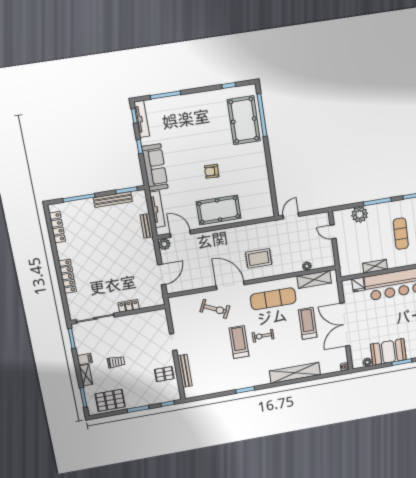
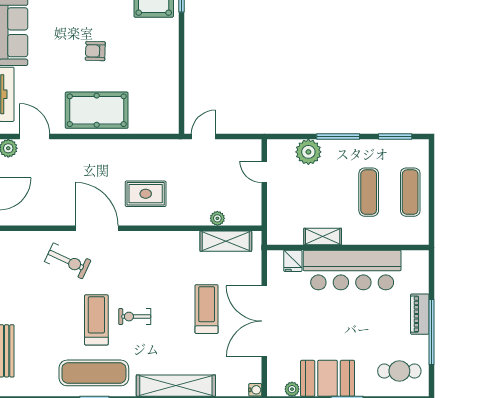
exercise mat: (273, 299) -> (94, 373), moved

